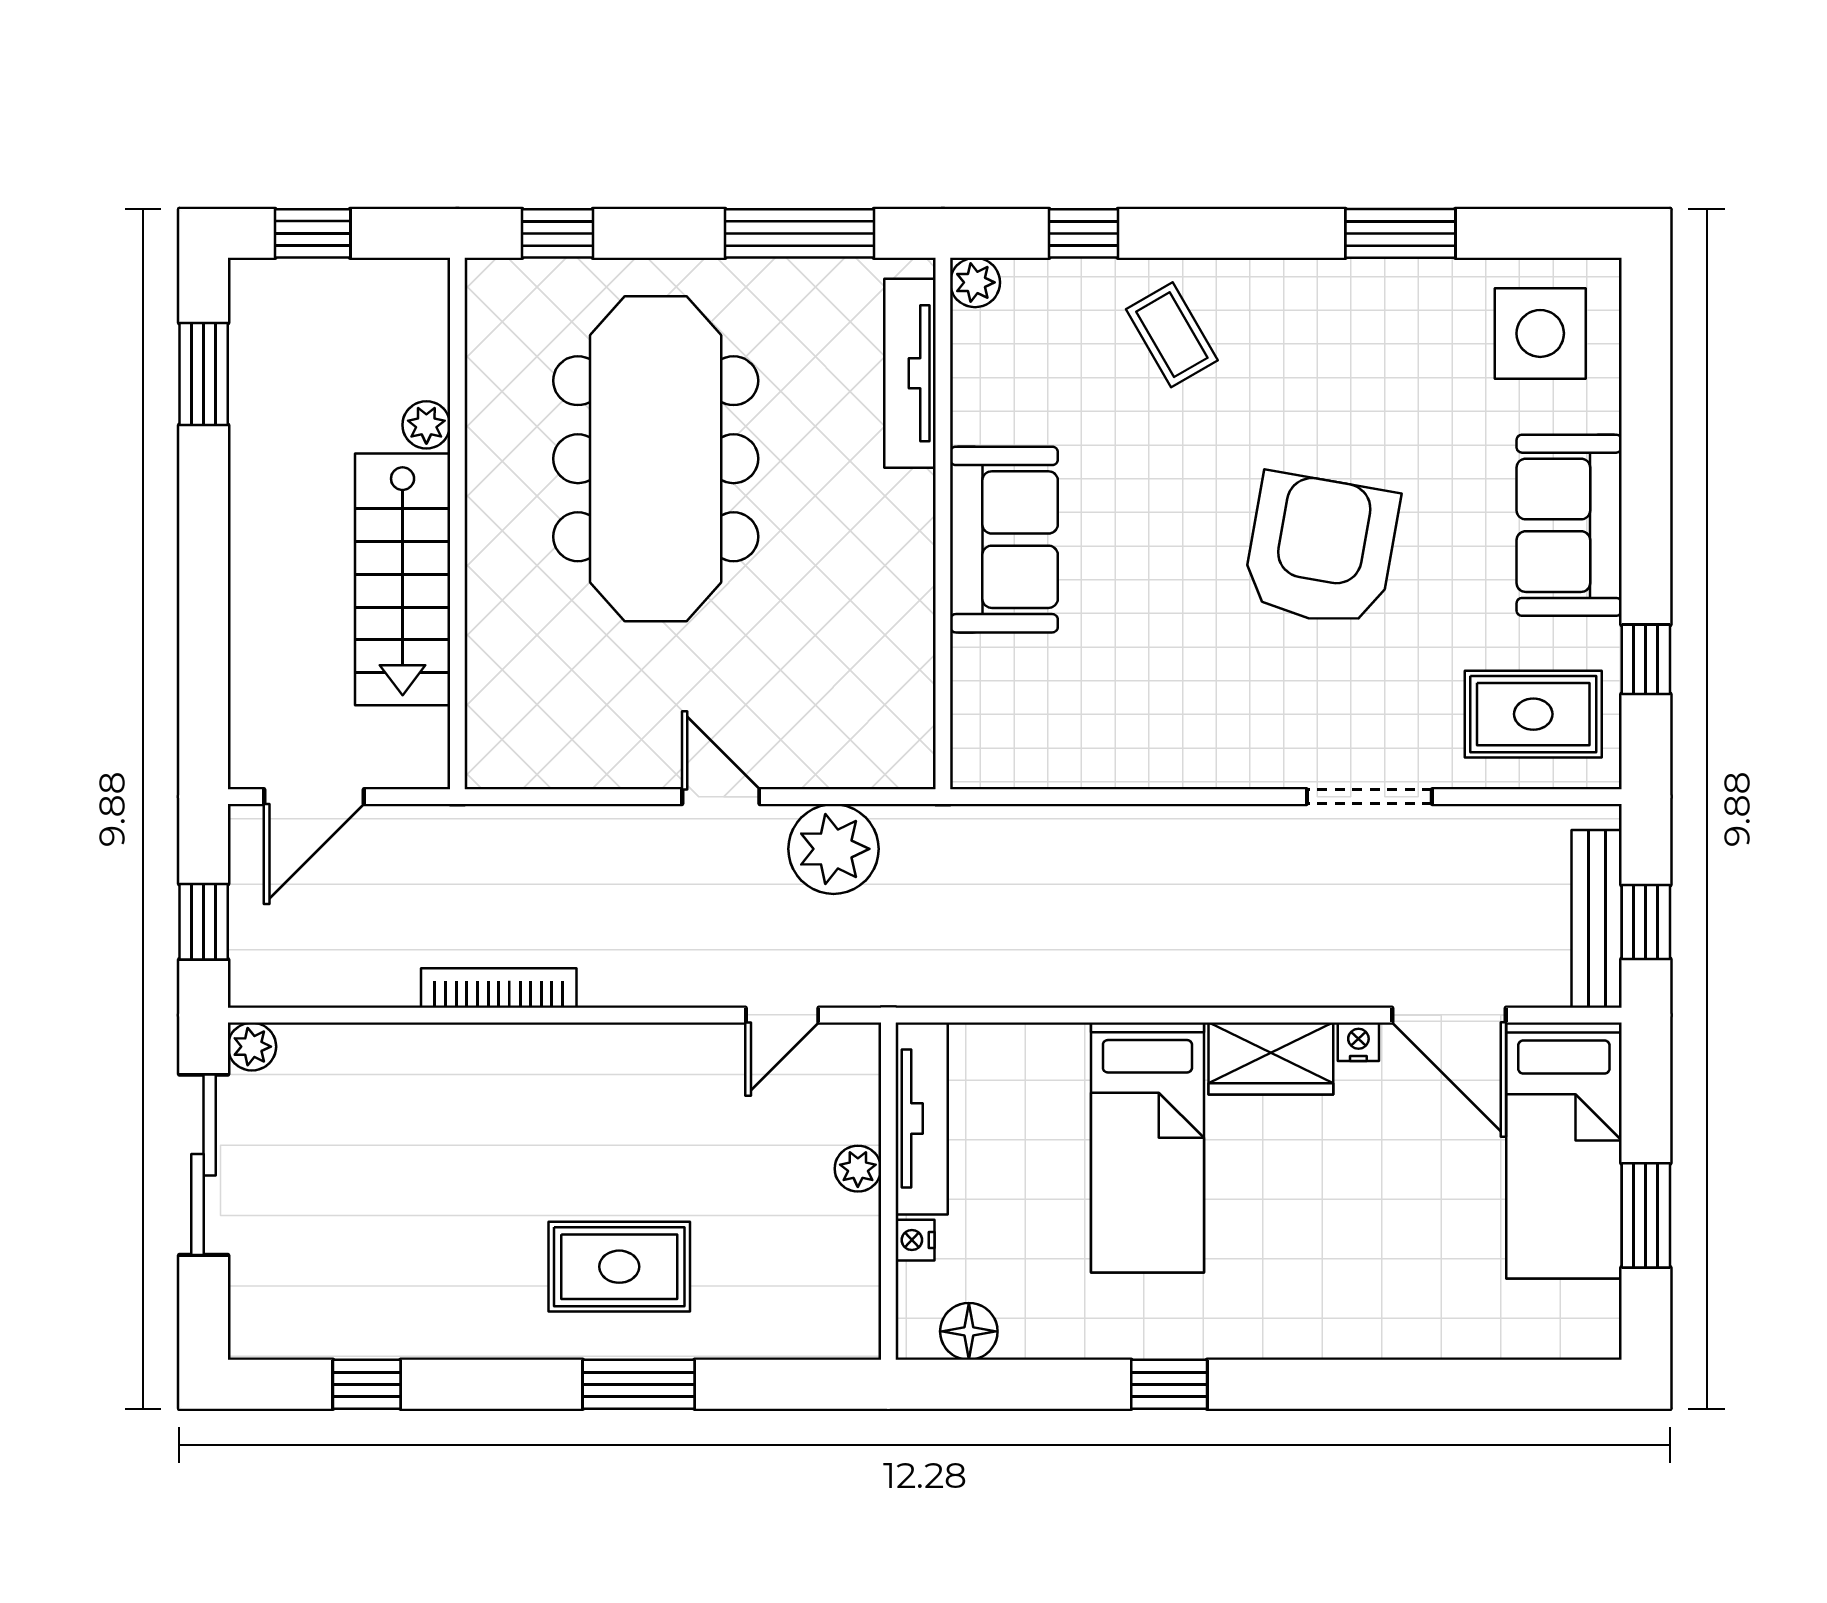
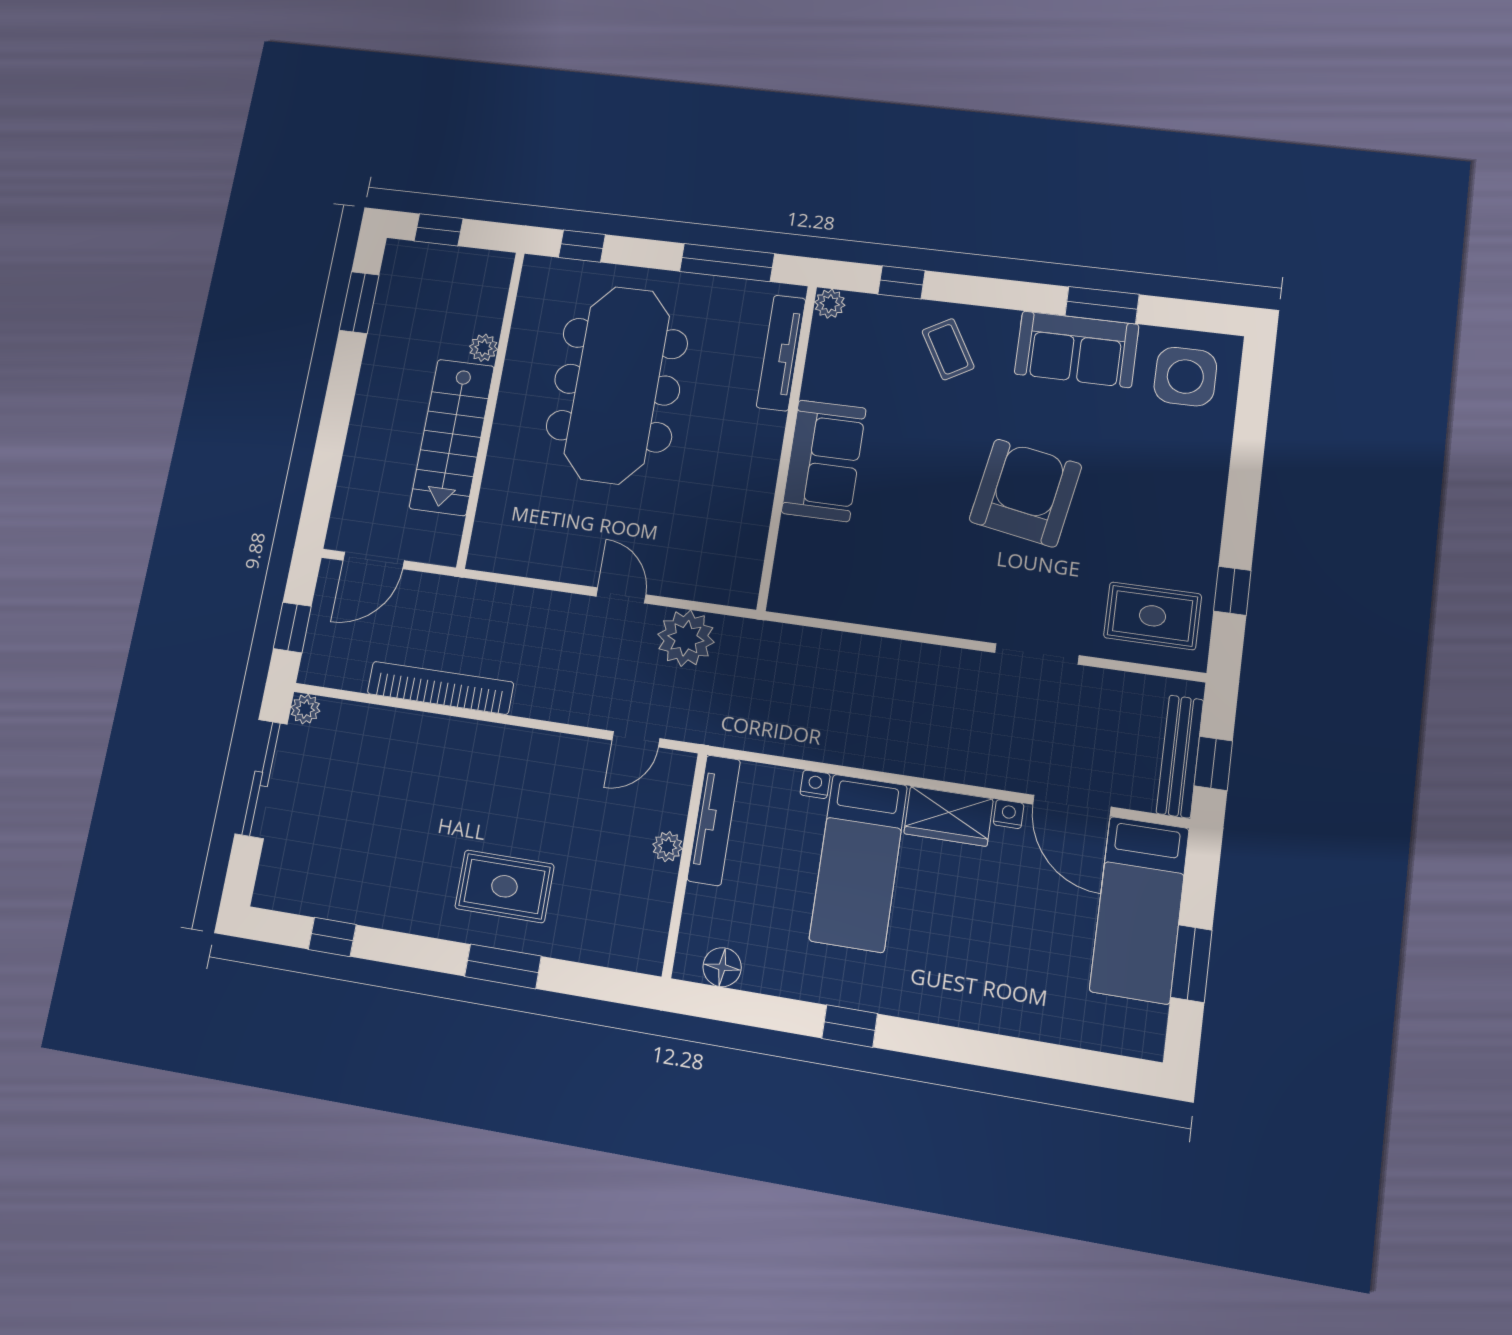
sofa: (1569, 525) -> (1077, 349), moved, turned -90
bookcase: (499, 988) -> (440, 688), width x1.48, depth x1.31
nightstand: (915, 1240) -> (815, 784), moved, turned 90

